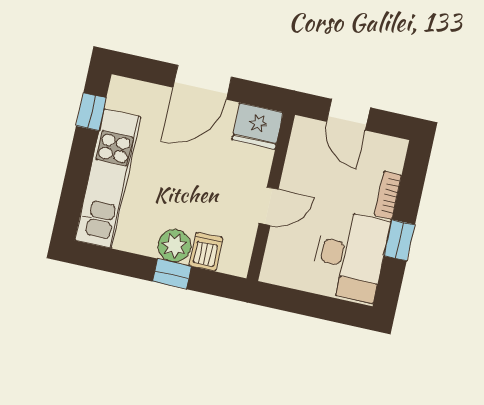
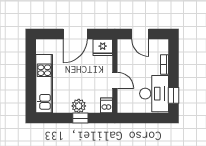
window: (91, 112) -> (31, 57), removed
door: (269, 206) -> (115, 80), hinge flipped
window: (399, 240) -> (174, 95), moved
dishwasher: (206, 252) -> (107, 105), moved

